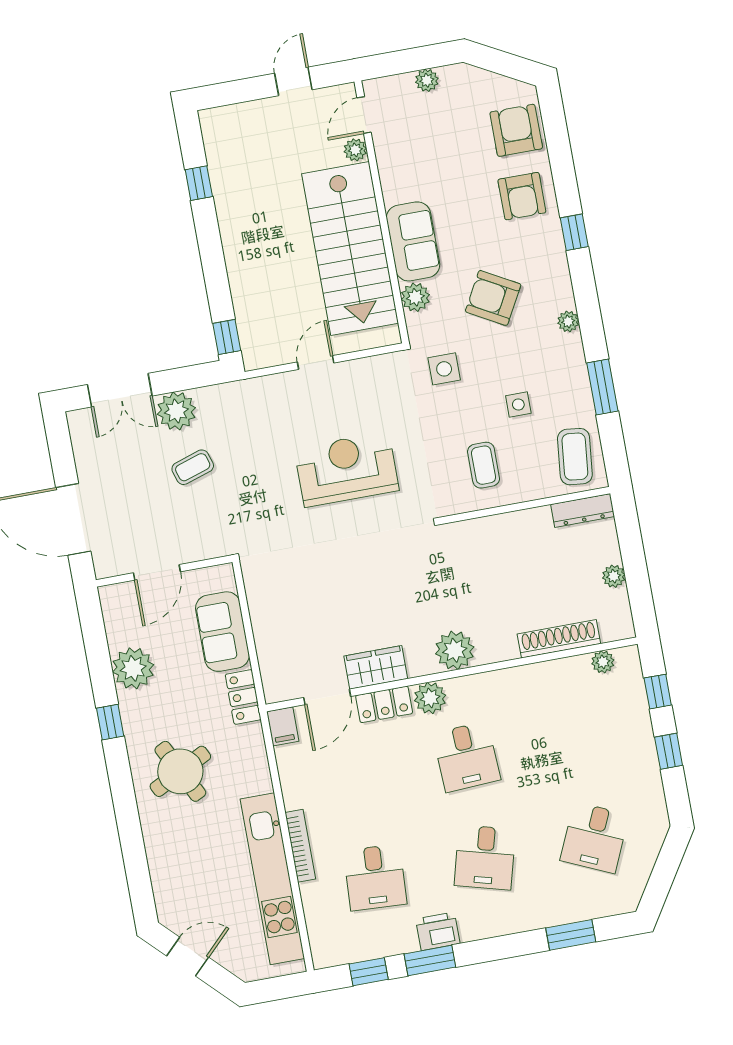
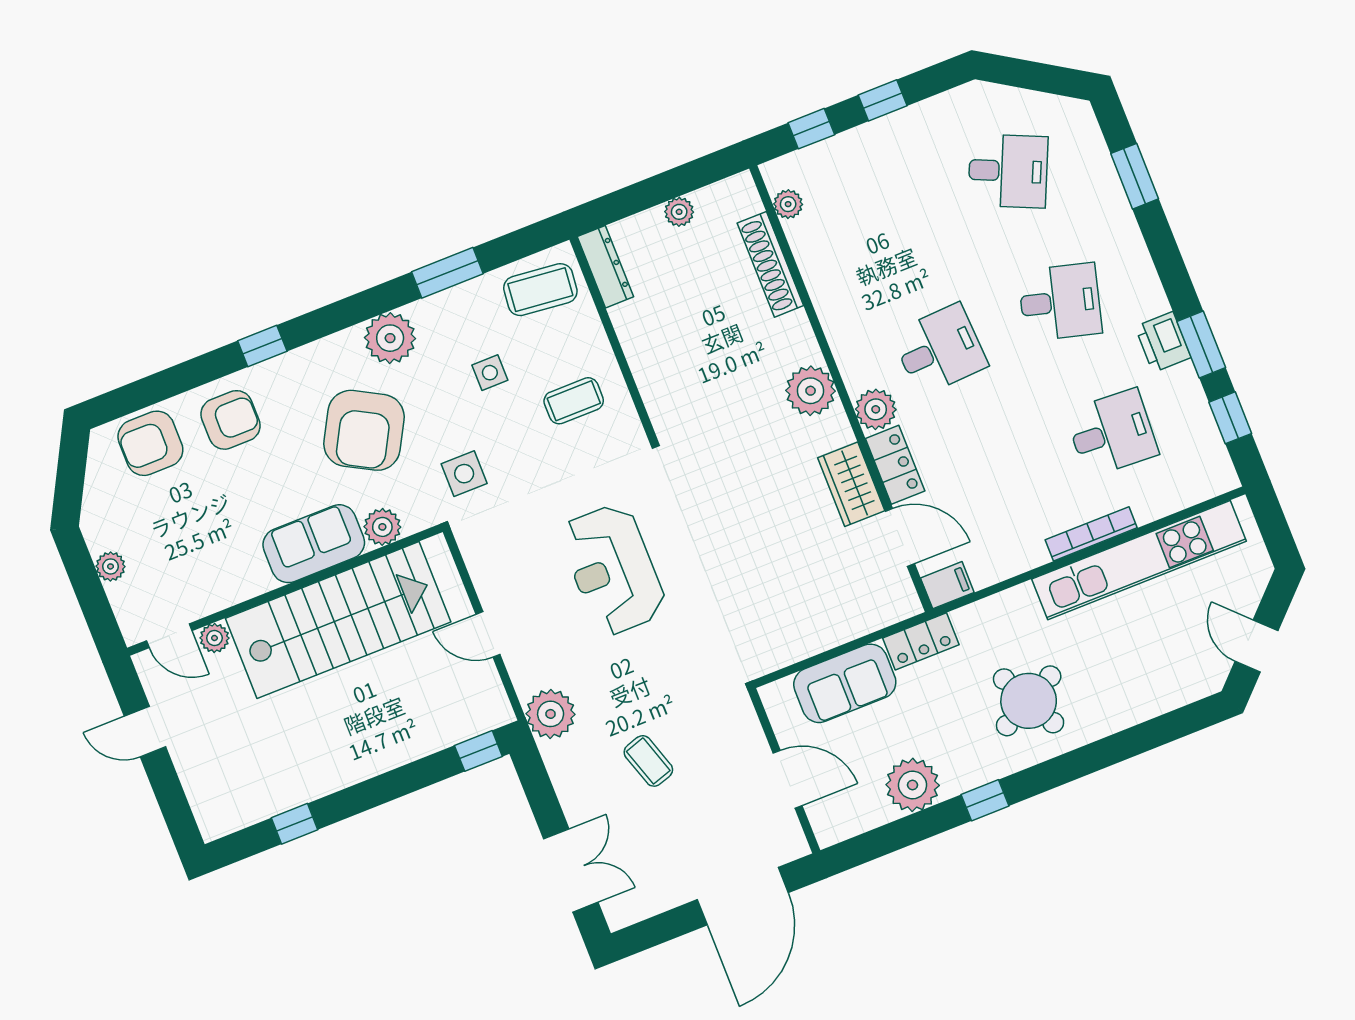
armchair: (493, 298) -> (364, 430), width x1.36, depth x1.36
plant: (568, 321) -> (390, 338), width x1.88, depth x1.88
plant: (176, 411) -> (551, 714), moved

